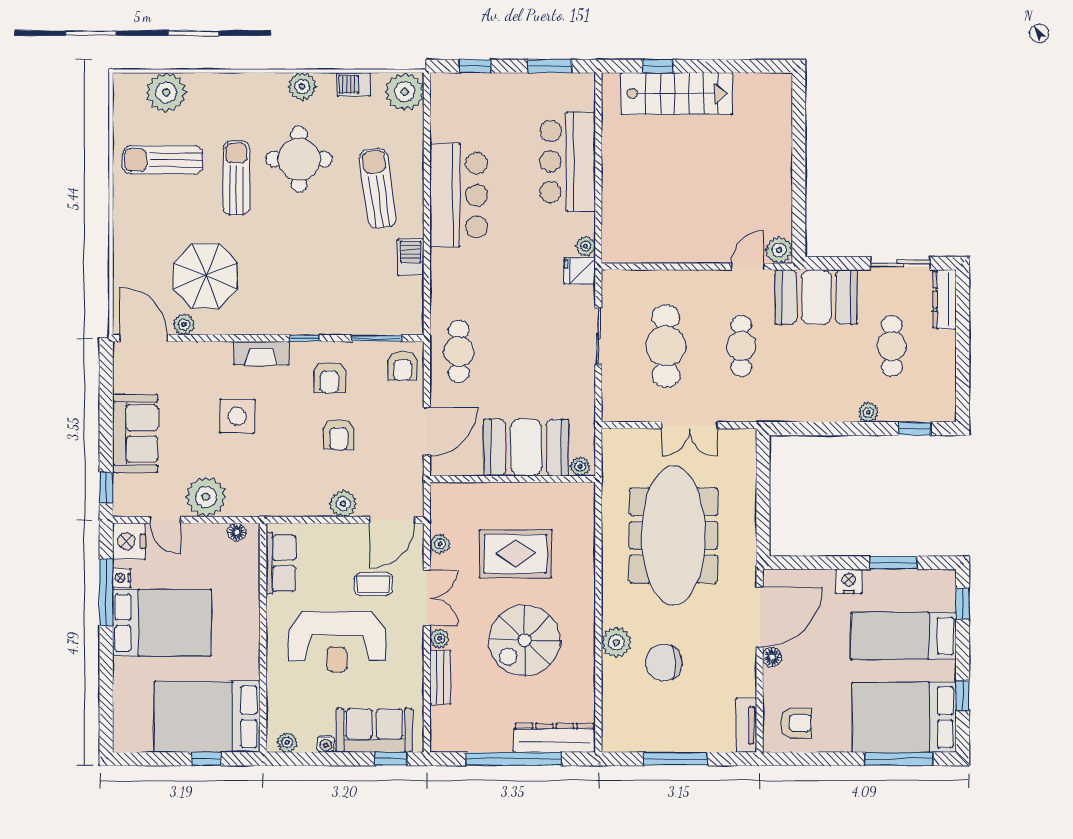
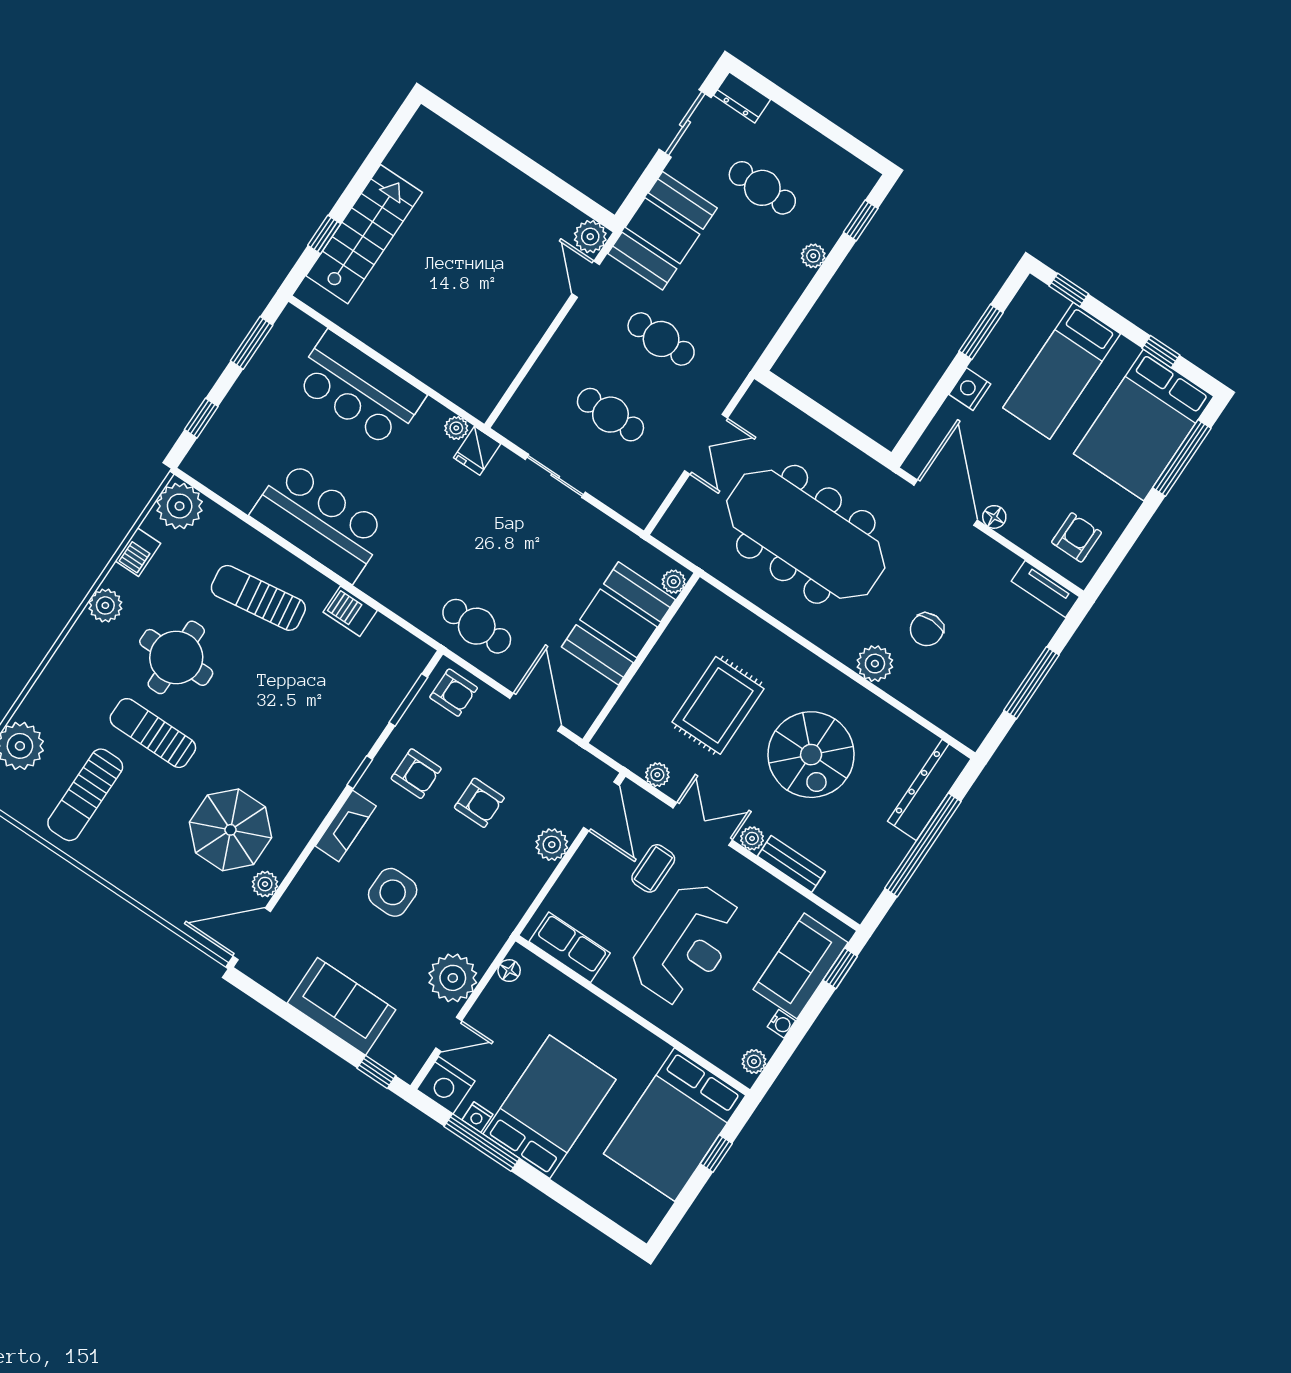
dresser: (945, 299) -> (742, 97), width x0.70
cafe table: (666, 346) -> (610, 415), width x0.73, depth x0.74
chair: (664, 662) -> (927, 629), width x0.73, depth x0.73

